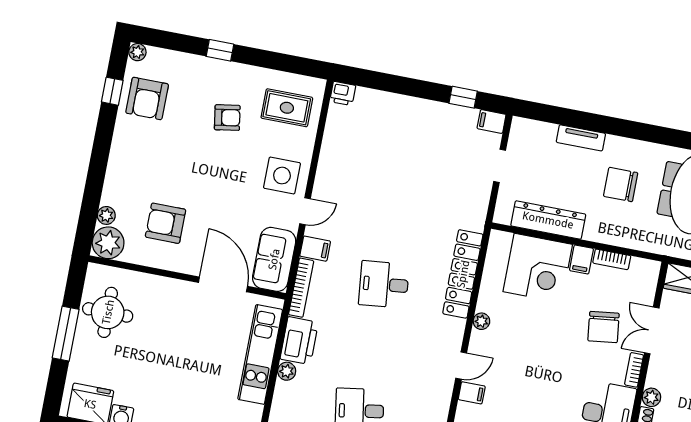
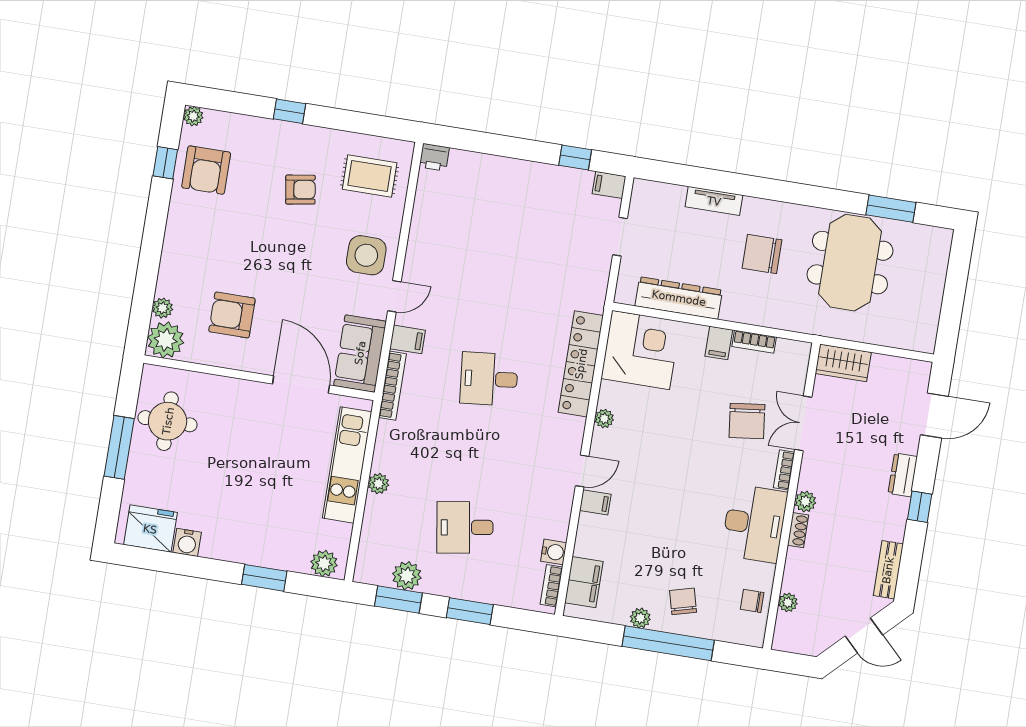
corner desk: (538, 268) -> (641, 350), moved, turned -90
printer: (299, 341) -> (392, 447), removed

